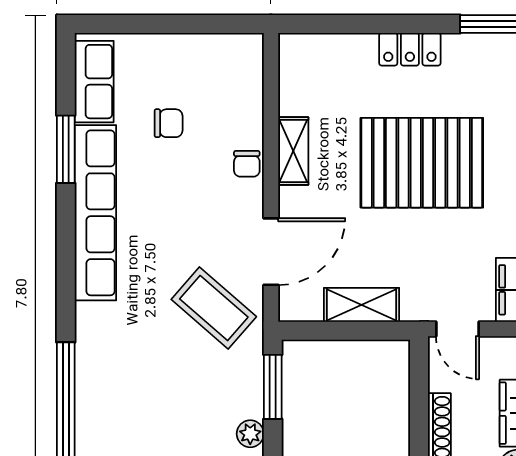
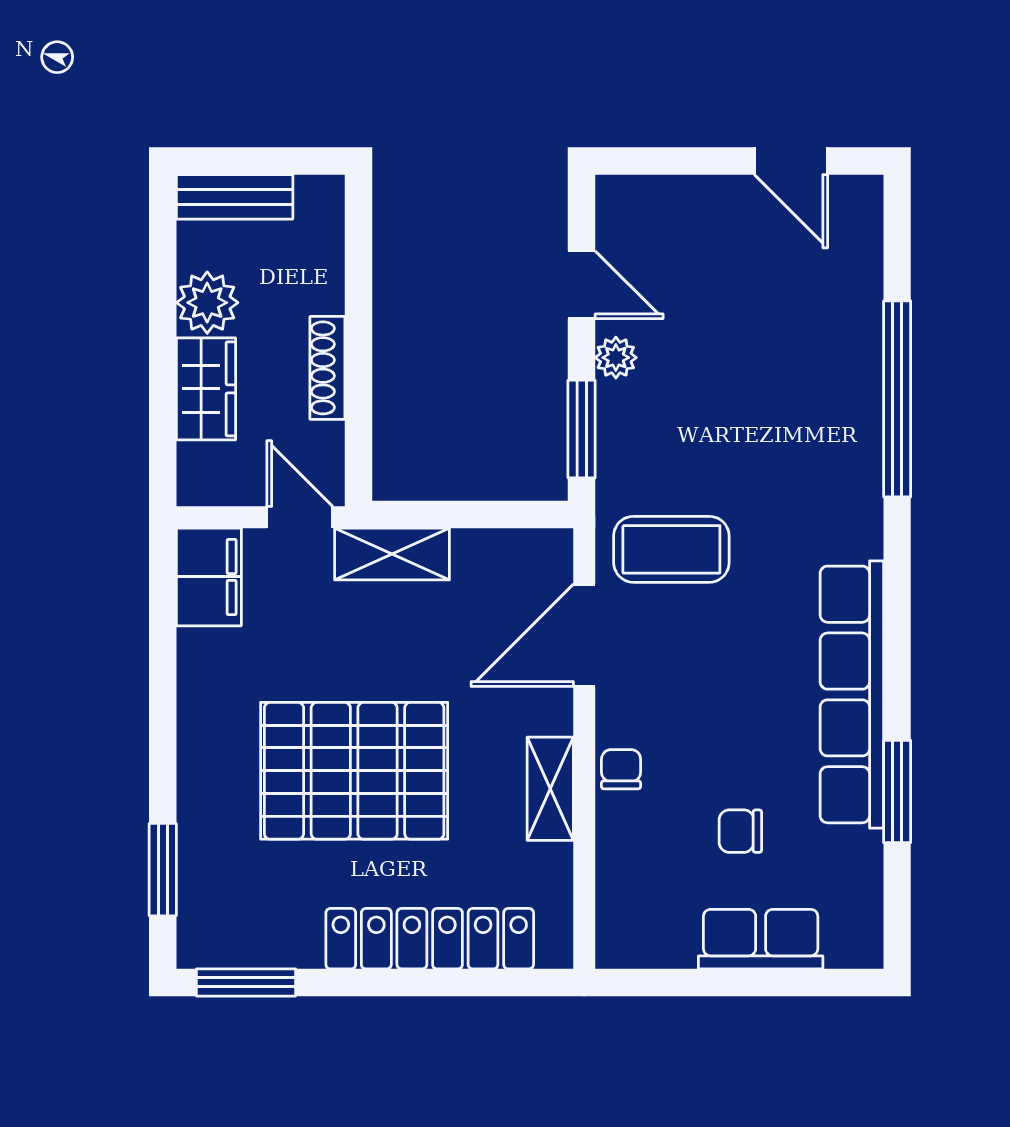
locker: (410, 49) -> (430, 939), width x2.16, depth x1.21
row of seats: (94, 82) -> (761, 939), moved, turned 90
shelving: (362, 305) -> (392, 554), moved
coffee table: (214, 308) -> (671, 549), turned -41

